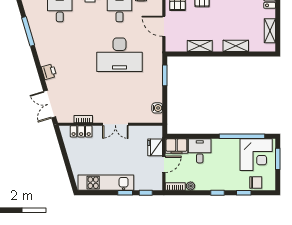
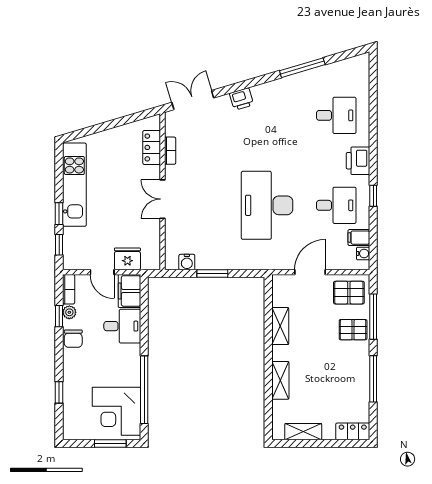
window: (165, 75) -> (212, 274), moved
chair: (256, 183) -> (73, 339), moved
window: (217, 193) -> (59, 316), moved

